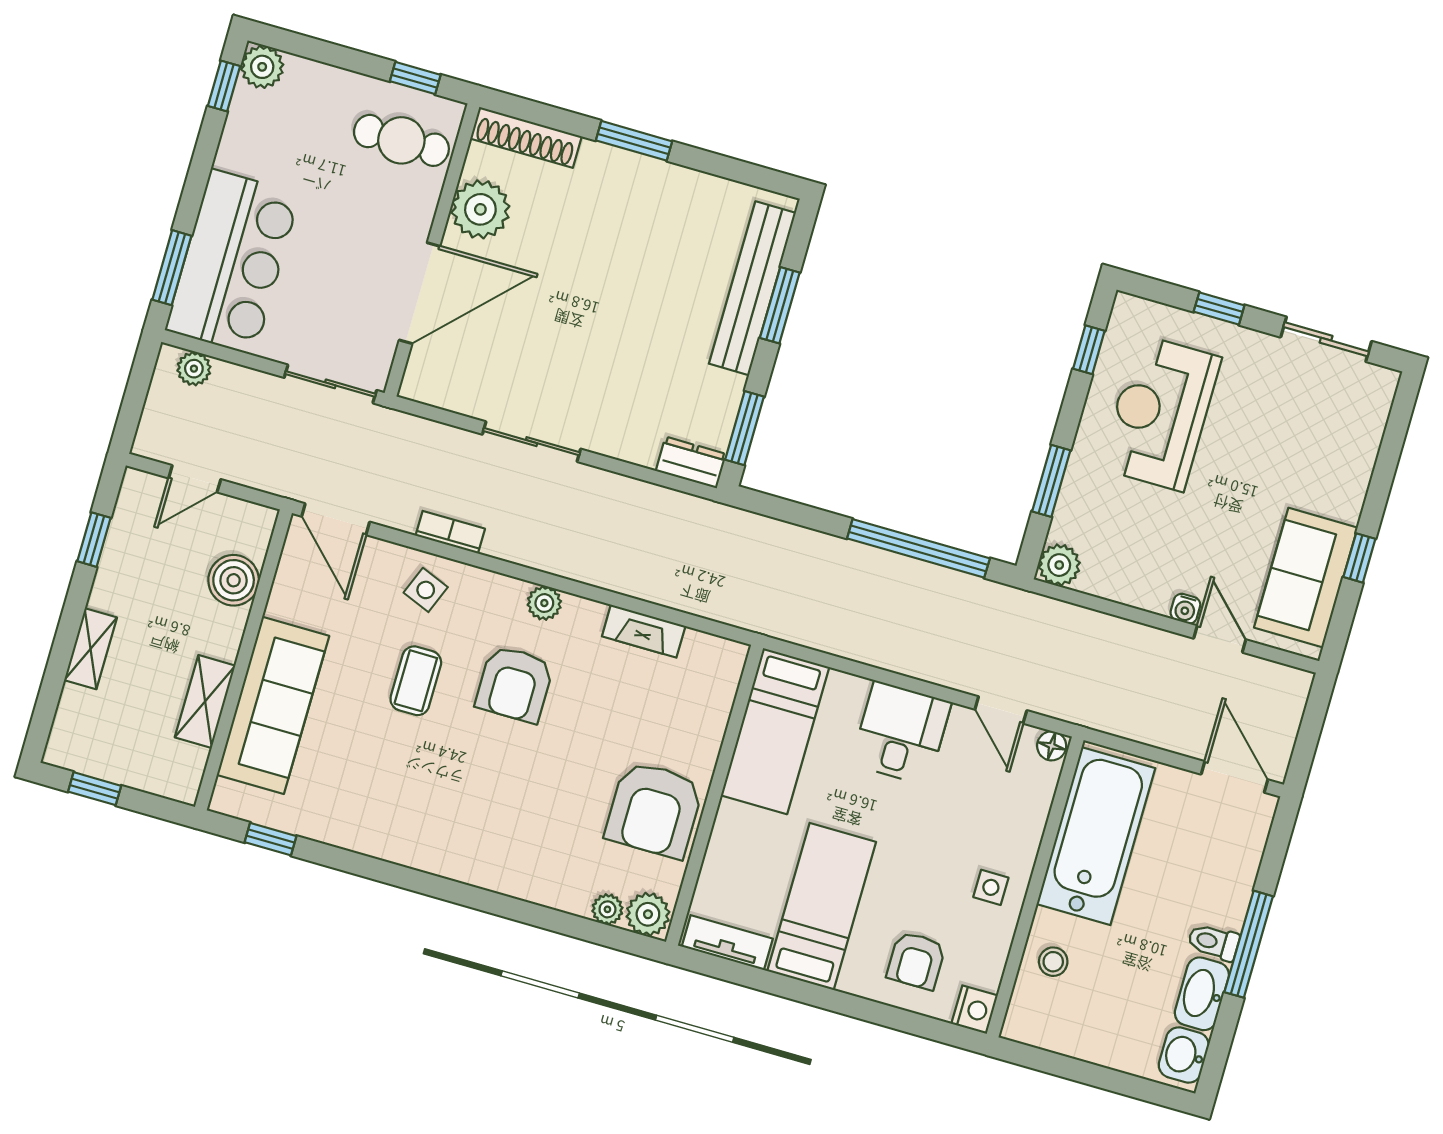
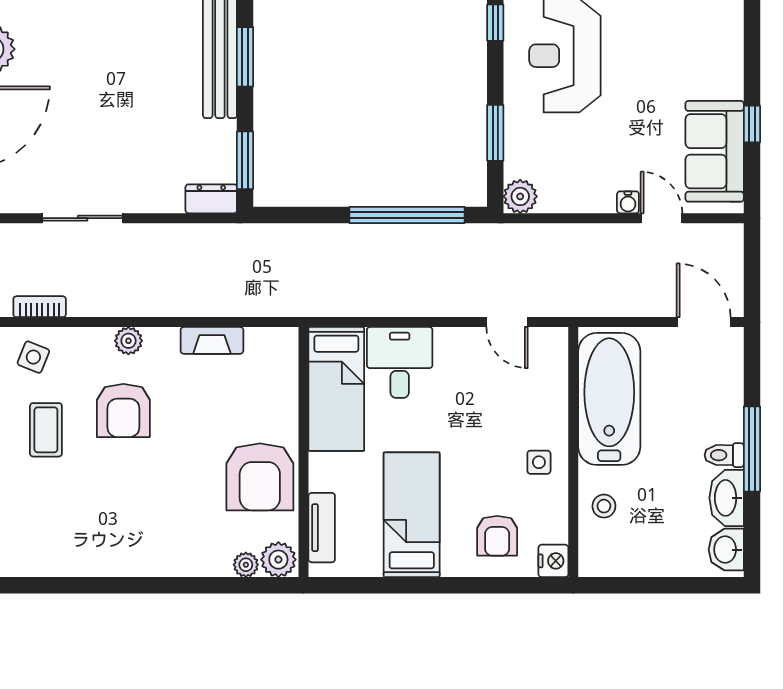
desk: (901, 733) -> (400, 362), moved
floor lamp: (1052, 746) -> (555, 339), removed
tv unit: (727, 943) -> (322, 528), moved, turned 90

